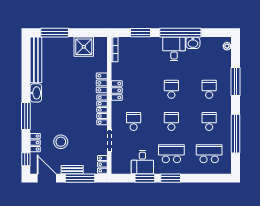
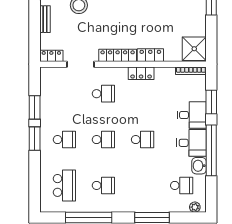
shower: (84, 47) -> (194, 49), moved
school desk: (209, 89) -> (182, 185), moved
school desk: (171, 154) -> (64, 140), width x0.54
desk: (142, 162) -> (192, 115), moved, turned 180
window: (80, 178) -> (35, 29), removed

